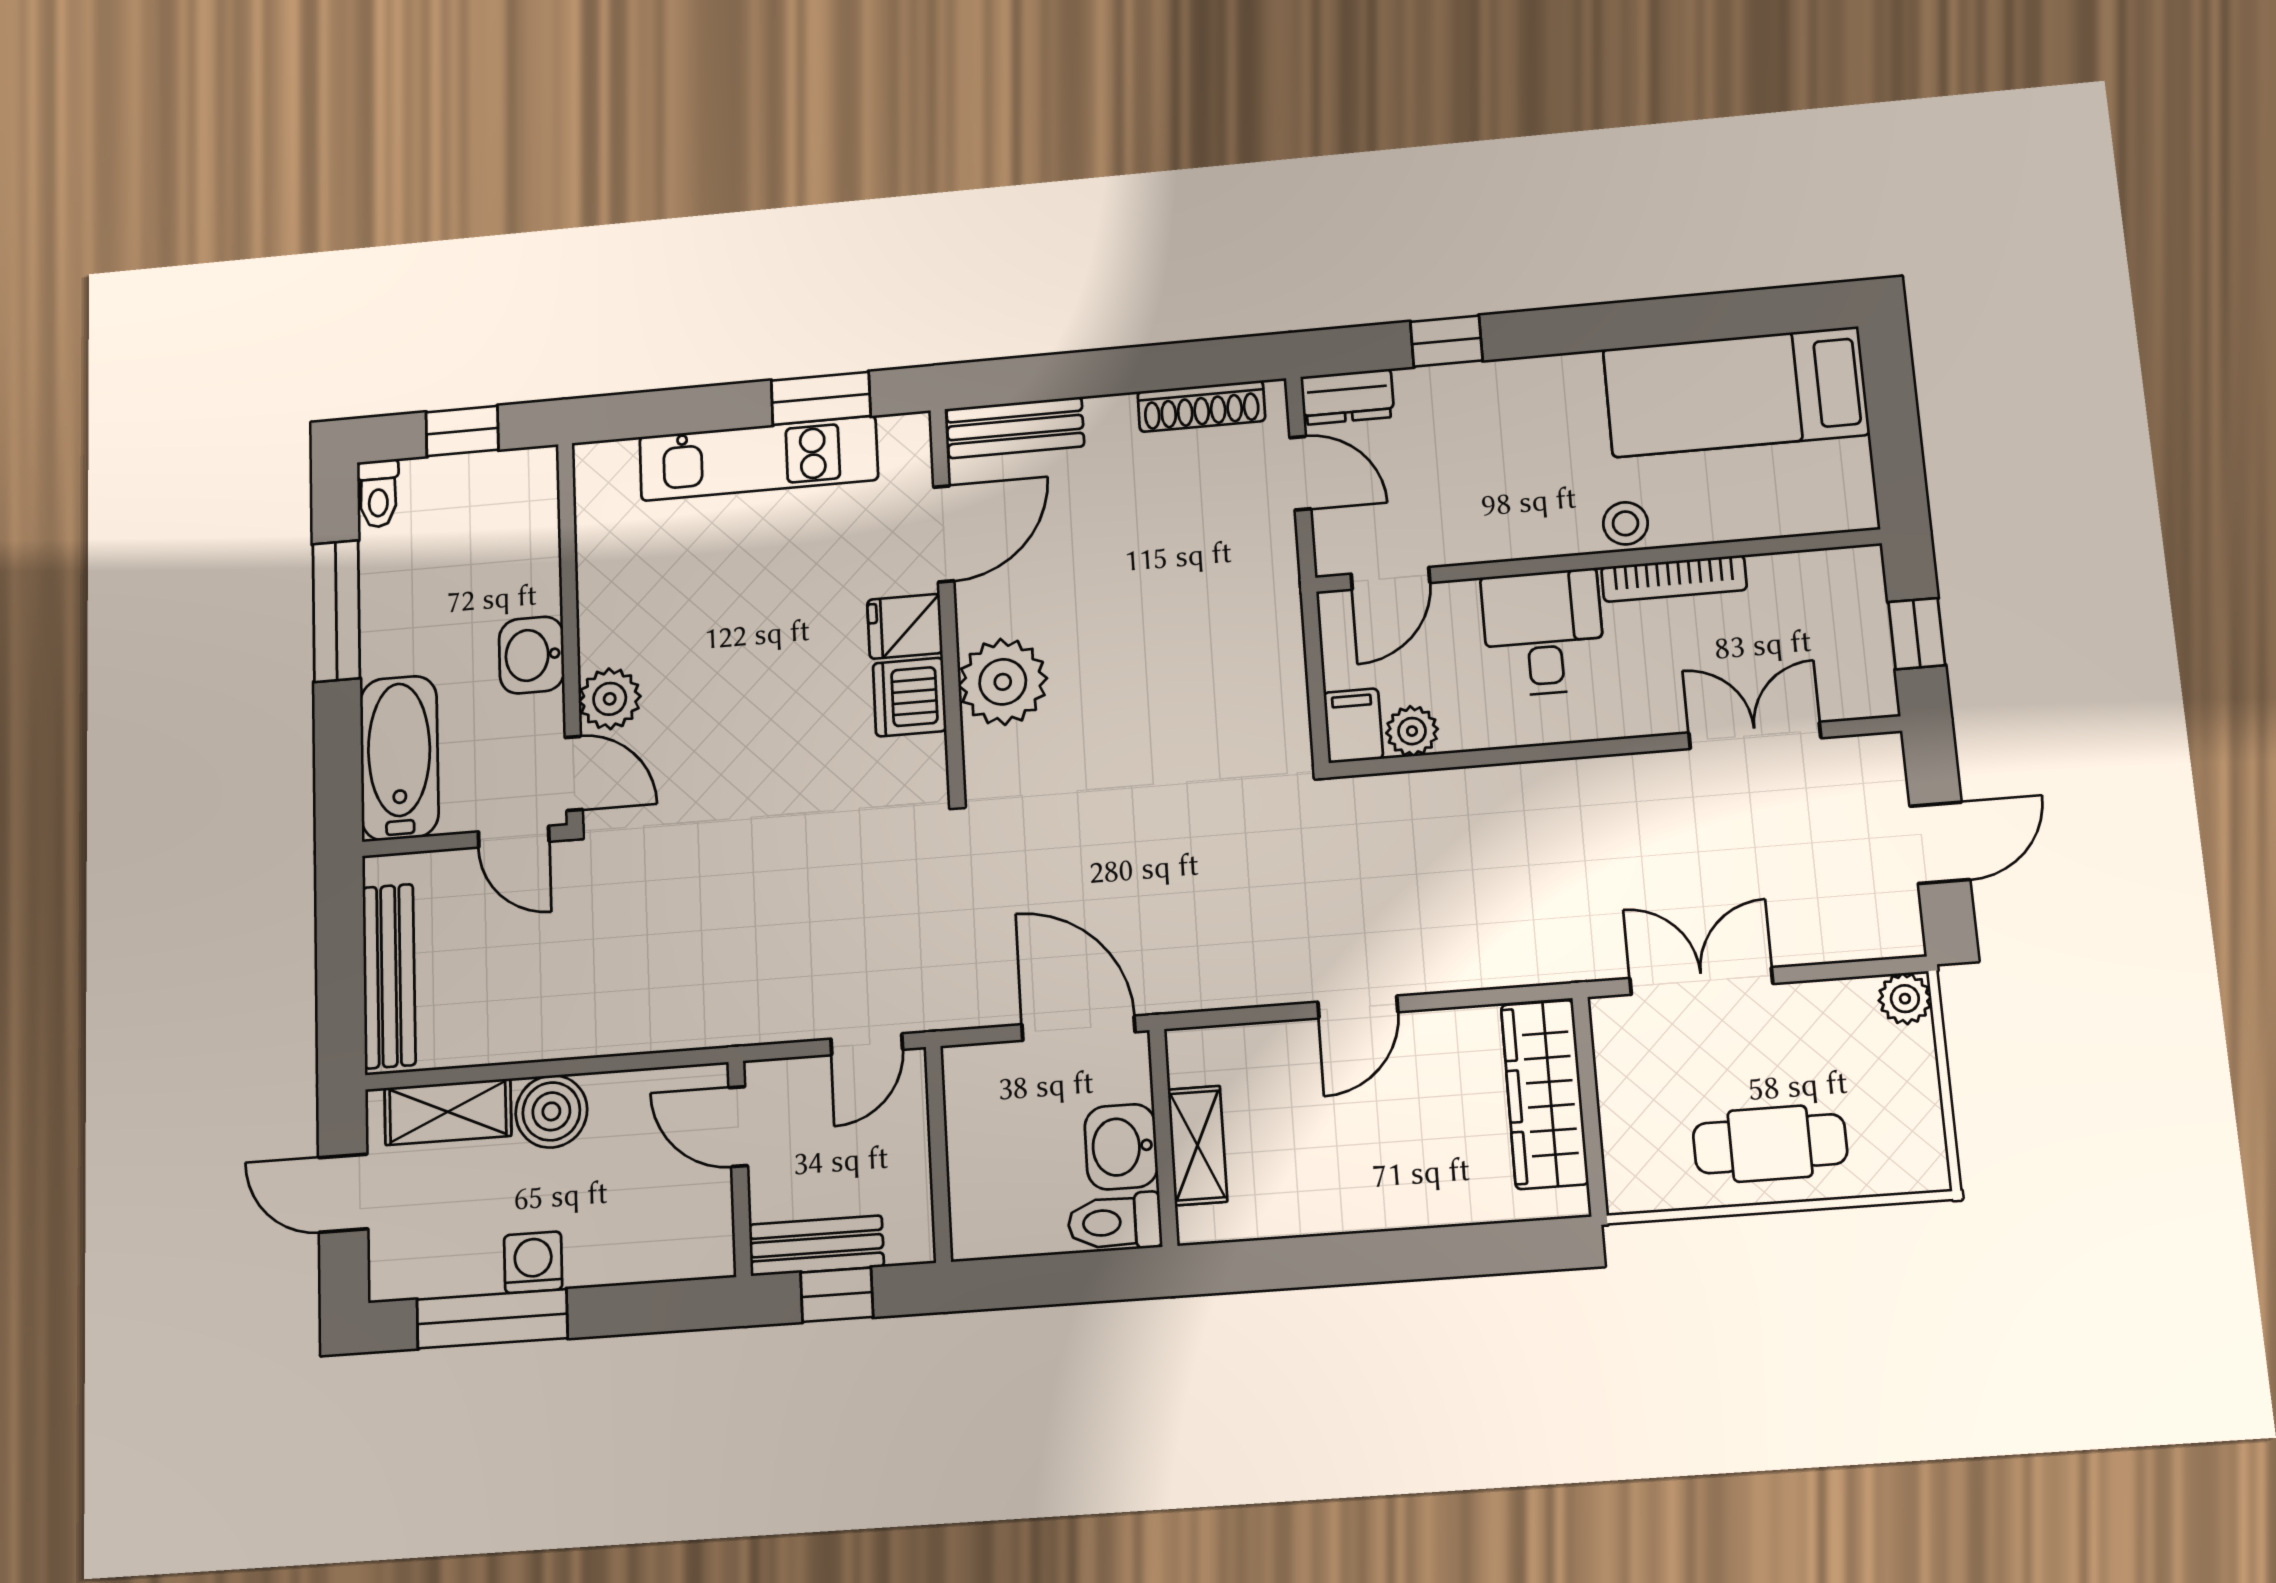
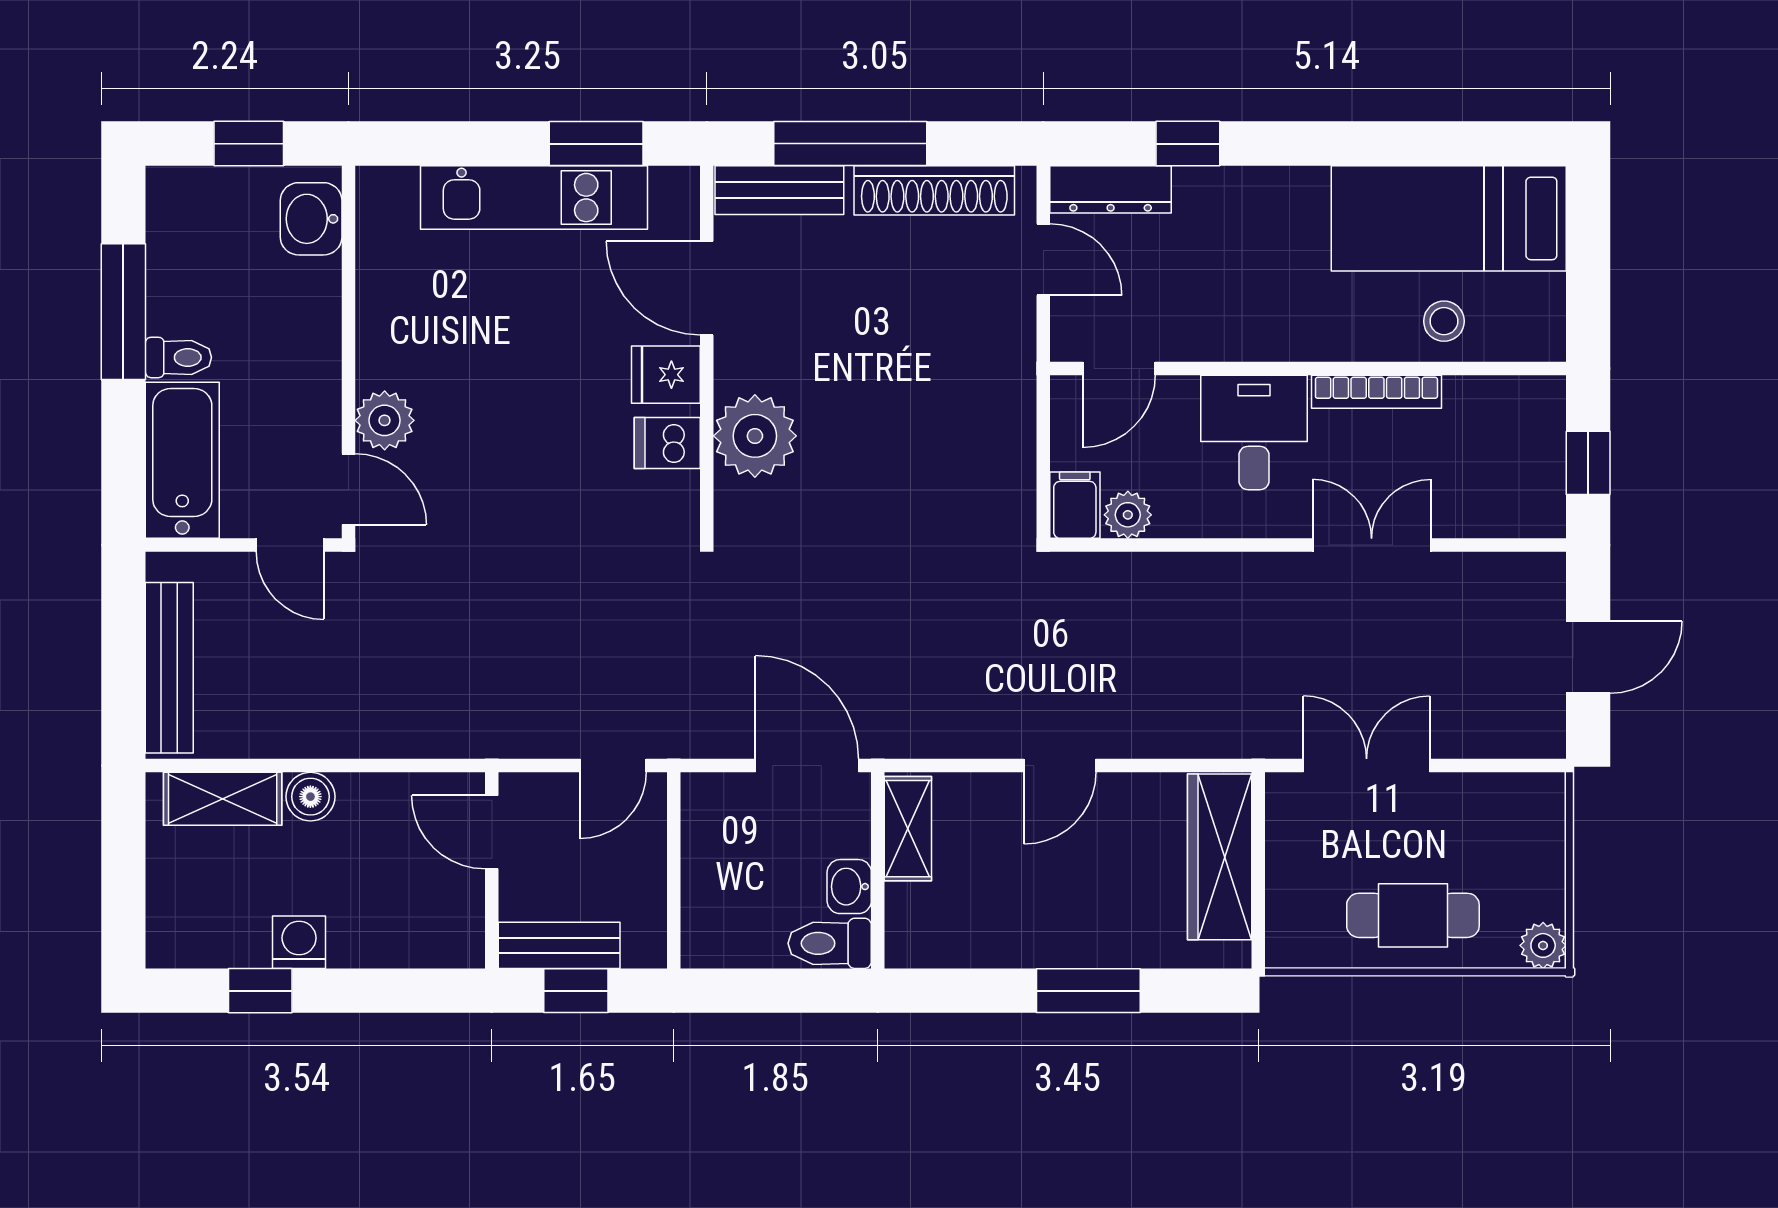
window: (1087, 374) -> (850, 144), added
dresser: (1347, 397) -> (1111, 189), width x1.44
shoe rack: (1201, 406) -> (934, 190), width x1.36, depth x1.24
toilet: (378, 494) -> (178, 357), moved, turned -90
stool: (1625, 523) -> (1444, 321), moved
door: (944, 534) -> (707, 288), swing flipped
washbasin: (532, 655) -> (311, 219), moved
dishwasher: (910, 697) -> (667, 443), width x0.73
double door: (1755, 735) -> (1372, 545), moved
plant: (1905, 999) -> (1543, 945), moved
boiler: (551, 1111) -> (310, 797), width x0.73, depth x0.73
shelving: (1197, 1145) -> (908, 829), moved
washbasin: (1121, 1147) -> (849, 887), width x0.72, depth x0.69
door: (343, 1193) -> (123, 867), removed
window: (1408, 1255) -> (1088, 991), added
window: (492, 1319) -> (260, 991), width x0.46

